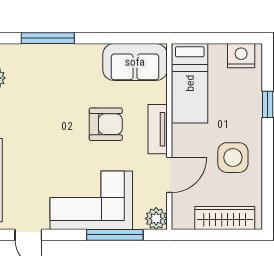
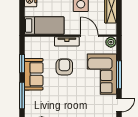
window: (113, 38) -> (22, 64), added
sofa: (135, 62) -> (34, 74), moved
window: (115, 235) -> (119, 75), moved

